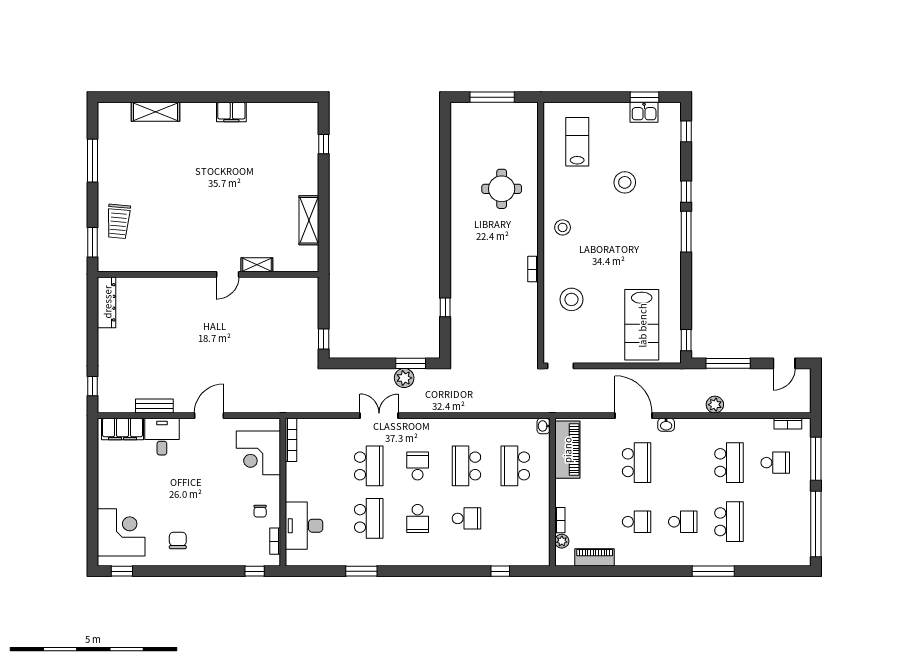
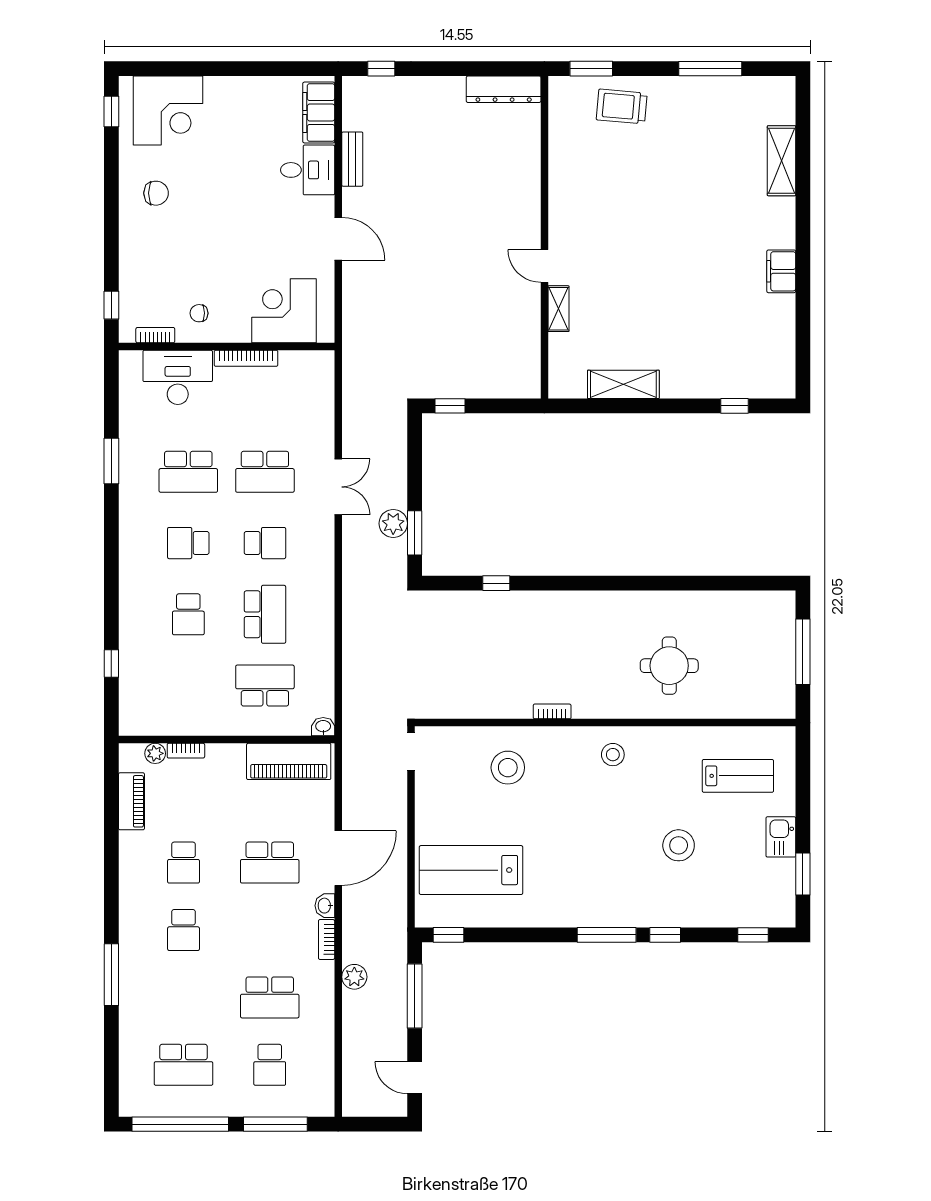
kitchen sink: (644, 112) -> (781, 837), moved
bookcase: (788, 424) -> (327, 940), moved
bookcase: (291, 440) -> (246, 358), moved
school desk: (466, 466) -> (265, 614), turned 90
school desk: (729, 522) -> (184, 1065), moved

